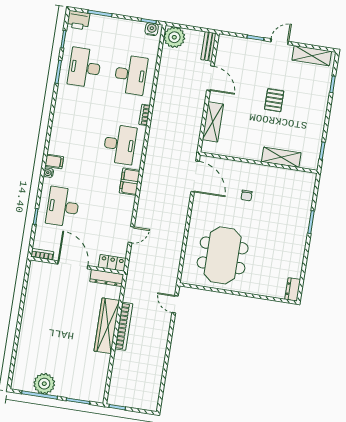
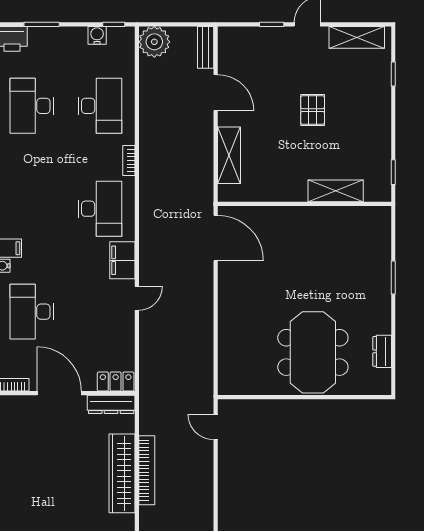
water cooler: (152, 29) -> (97, 35), moved
chair: (247, 195) -> (294, 254), removed
door: (131, 235) -> (137, 298), moved
meeting table: (223, 255) -> (313, 352), moved
dresser: (293, 289) -> (382, 351), moved

